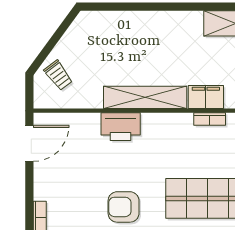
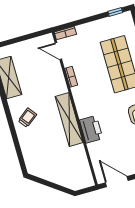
trolley: (58, 75) -> (27, 118), moved
filing cabinet: (206, 97) -> (58, 83), removed

